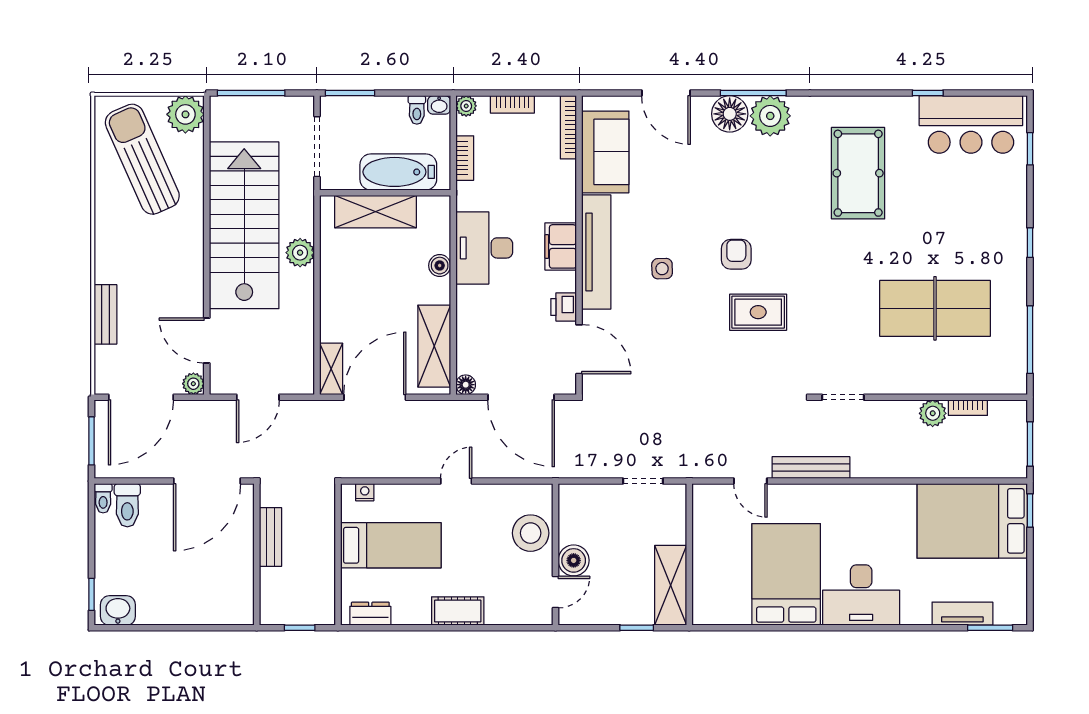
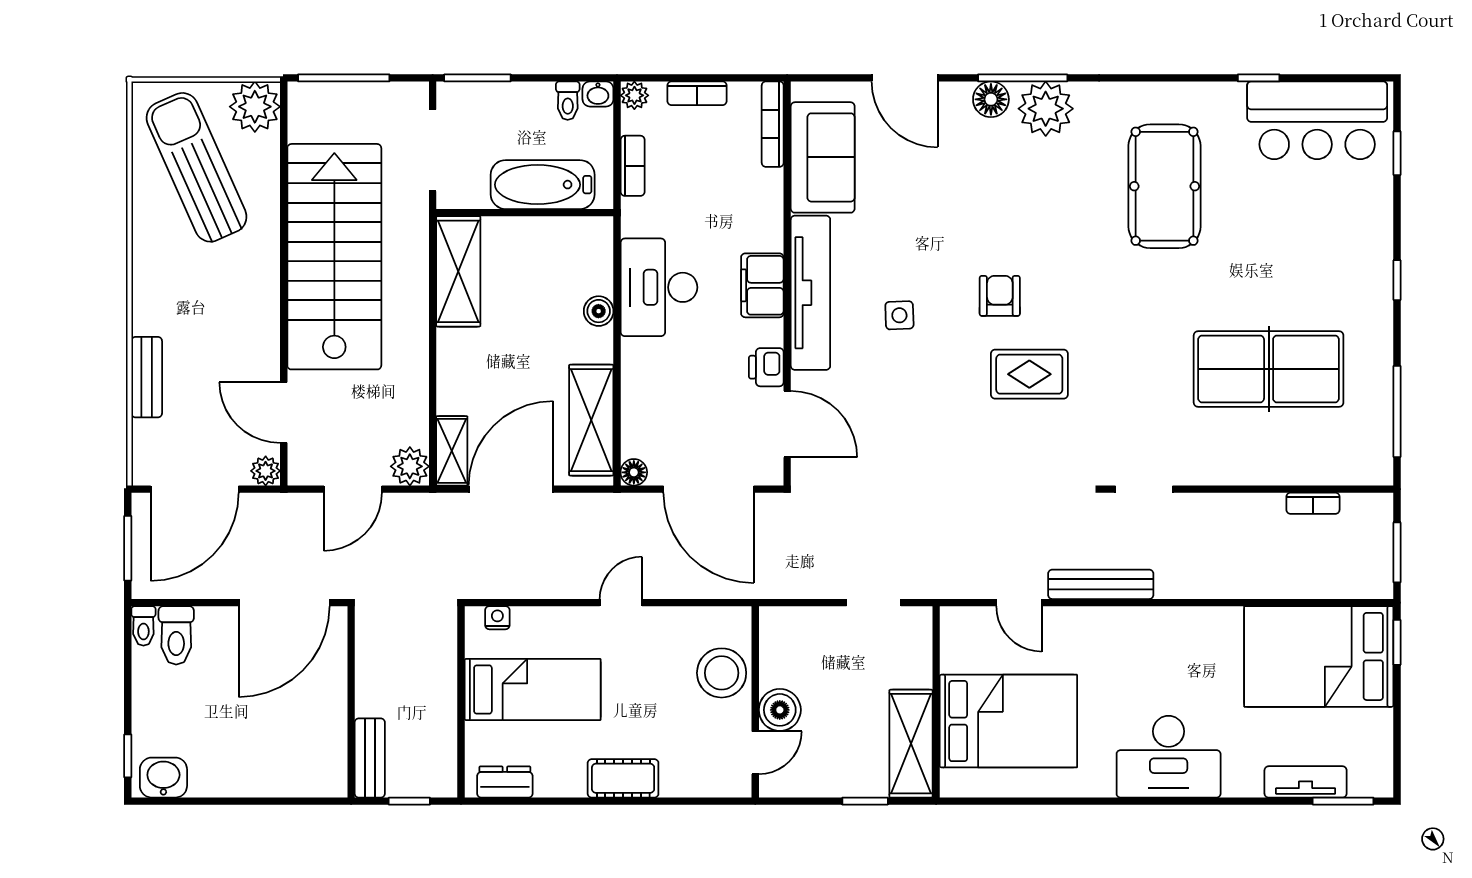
floor lamp: (730, 114) -> (991, 99), width x0.73, depth x0.73
shelving: (375, 212) -> (458, 271), moved, turned 90
plant: (300, 253) -> (410, 466), moved
plant: (933, 413) -> (1265, 511), removed
bench: (270, 537) -> (370, 758), moved
bed: (786, 574) -> (1008, 721), moved, turned 90

